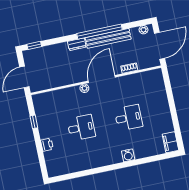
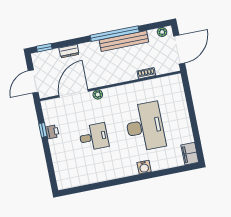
dresser: (77, 44) -> (69, 51), moved
door: (102, 79) -> (74, 93), moved
desk: (129, 118) -> (145, 127), width x1.87, depth x1.30
printer: (47, 145) -> (52, 132), moved

